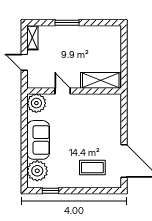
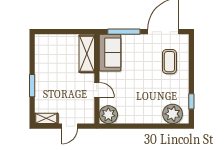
door: (63, 91) -> (97, 90), swing flipped
window: (124, 120) -> (124, 32), added
sofa: (38, 140) -> (110, 53), moved, turned 90

